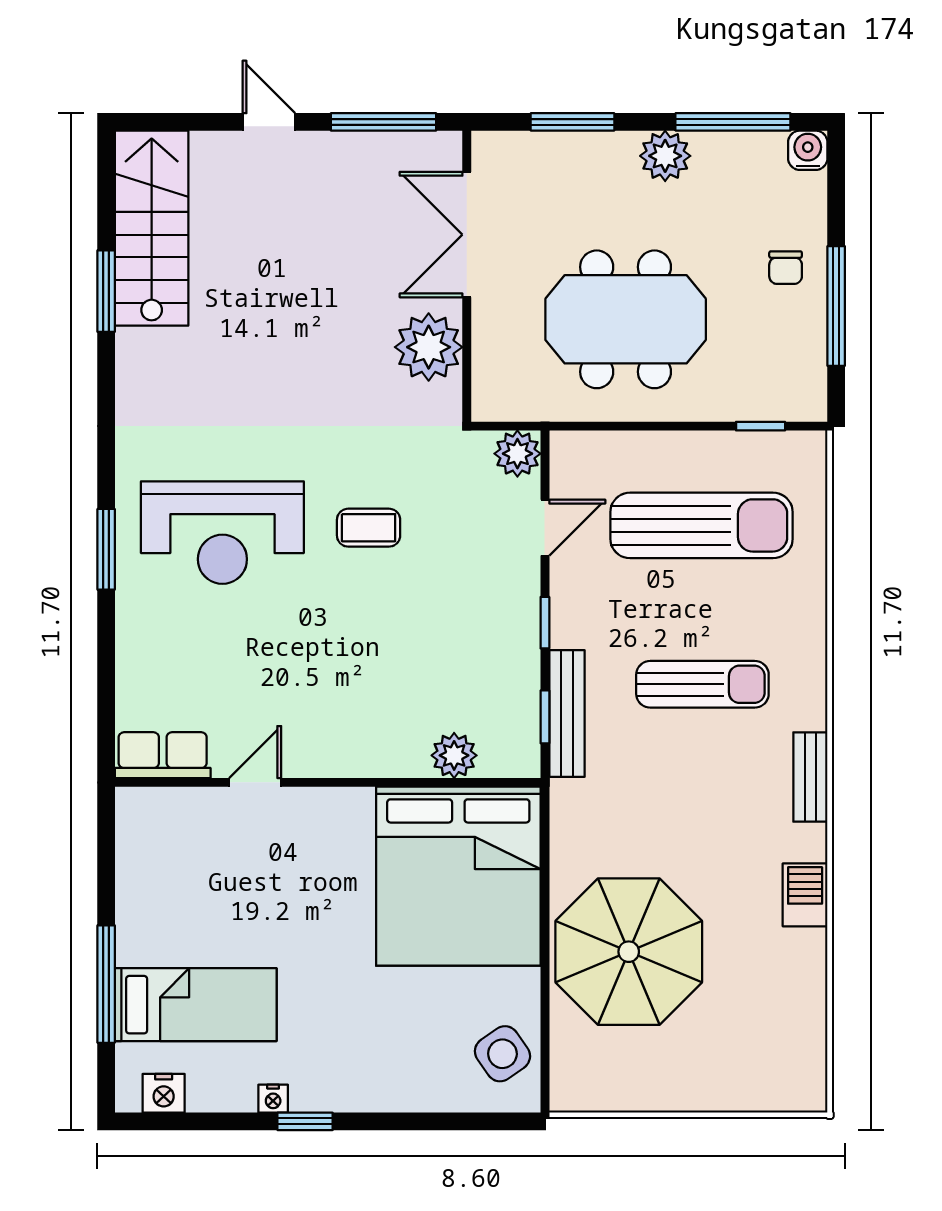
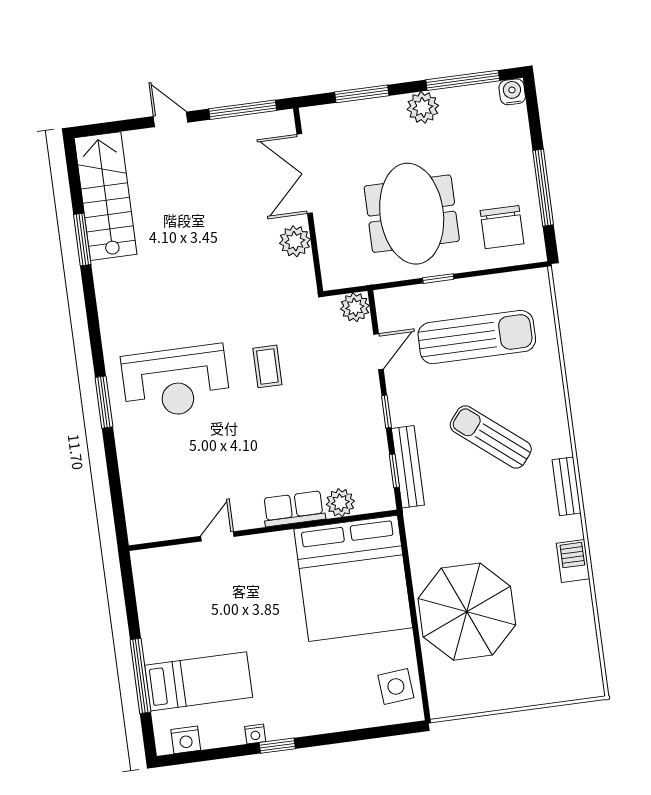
chair: (786, 268) -> (502, 227), moved, width x1.87, depth x1.87
meeting table: (626, 319) -> (412, 214), turned 90
plant: (429, 347) -> (295, 241), width x0.73, depth x0.73
window: (761, 426) -> (438, 279), moved
coffee table: (369, 528) -> (267, 366), turned 90
sun lounger: (702, 684) -> (491, 437), turned -141
row of seats: (163, 755) -> (294, 509), moved
side table: (502, 1054) -> (396, 686), turned 30

